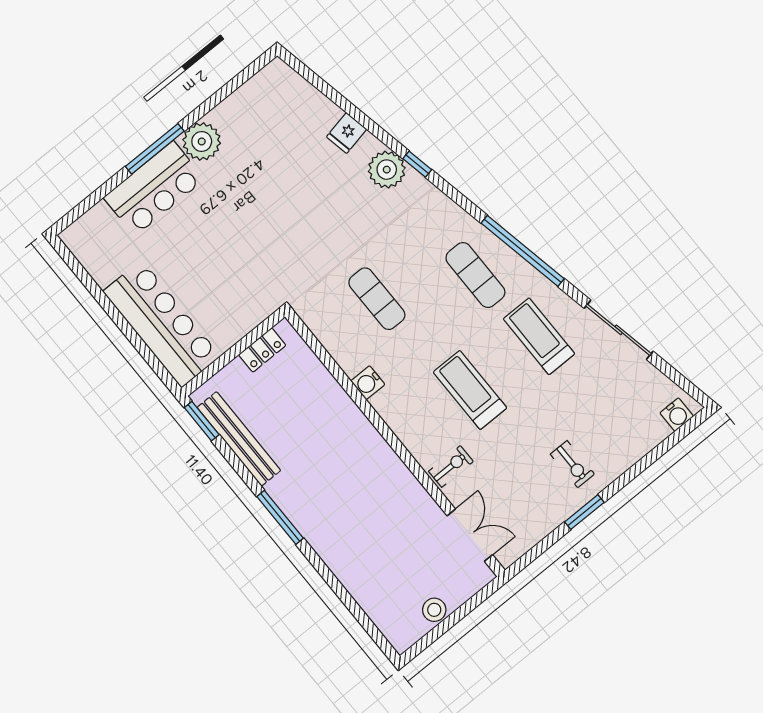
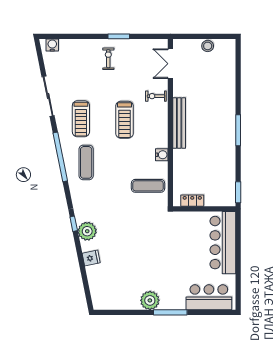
bar counter: (154, 188) -> (209, 297), moved
exercise mat: (377, 299) -> (148, 186), moved, turned 90
bench: (239, 439) -> (179, 123), moved

